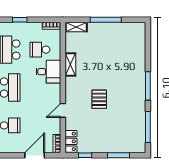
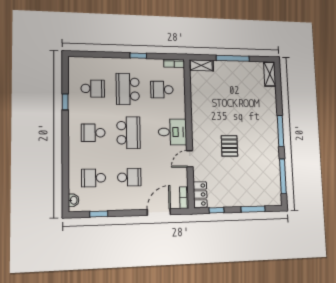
shelving: (70, 64) -> (270, 74), moved
desk: (48, 72) -> (172, 132), moved

